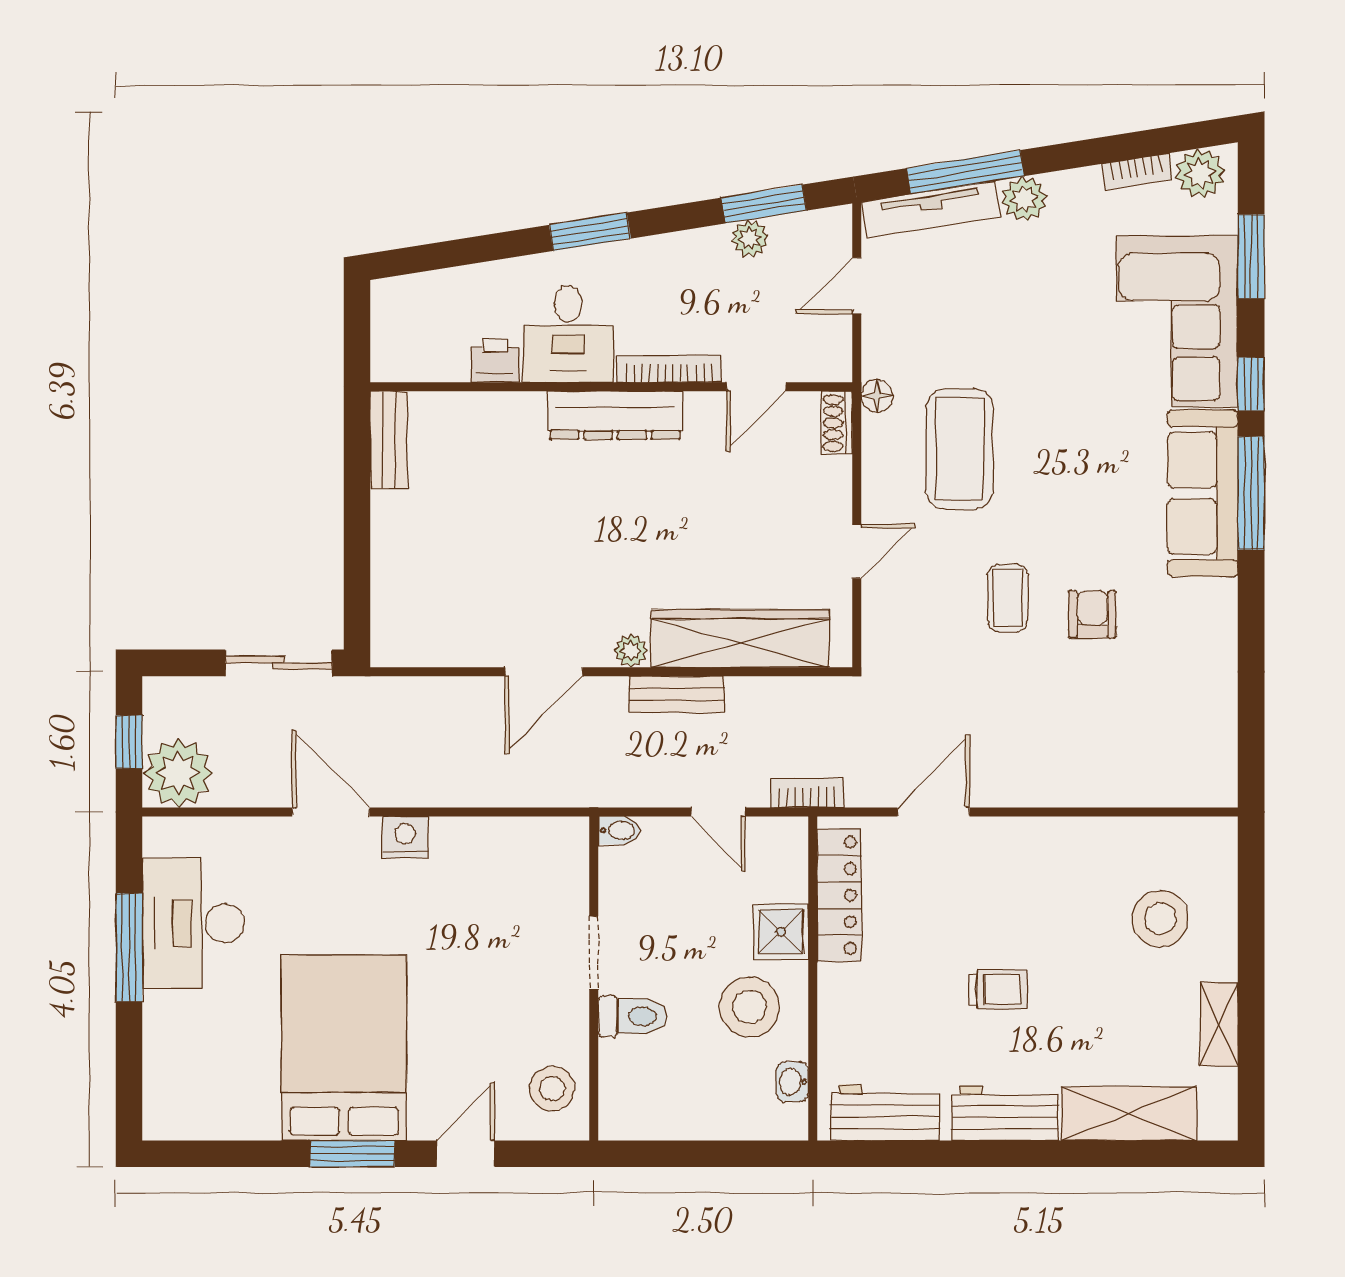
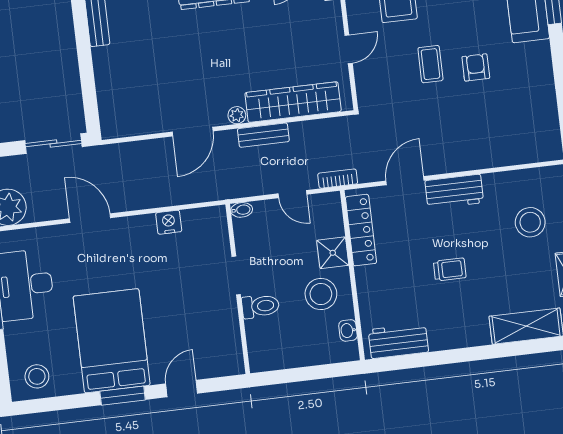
nightstand: (405, 837) -> (169, 222), moved
stool: (552, 1089) -> (37, 376), moved
workbench: (1005, 1113) -> (454, 192), moved, turned 180

